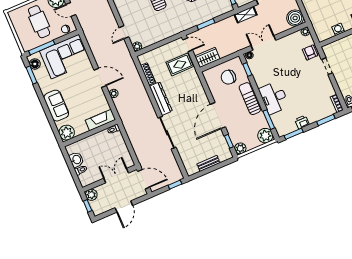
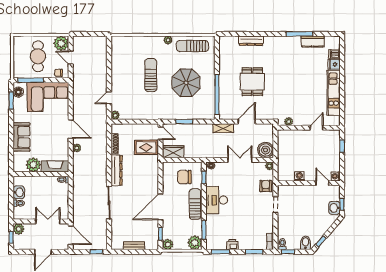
double door: (263, 43) -> (240, 160), moved
desk: (274, 98) -> (217, 200), moved
plant: (67, 133) -> (33, 165), moved

